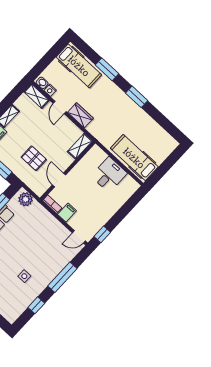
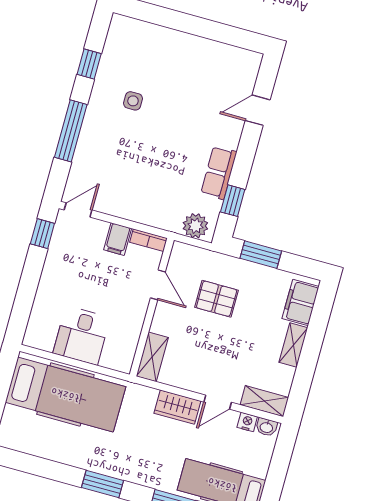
door: (60, 107) -> (218, 402), swing flipped
hospital bed: (134, 158) -> (65, 395), width x1.37, depth x1.29

